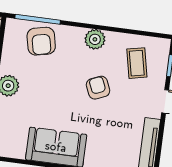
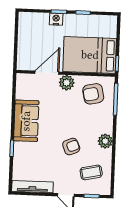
armchair: (41, 41) -> (93, 94), moved

